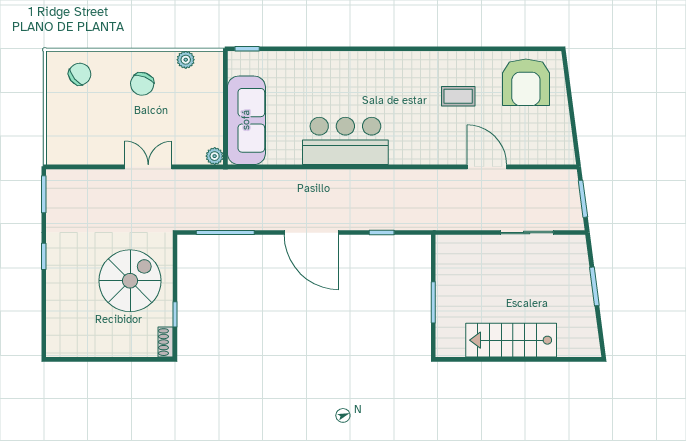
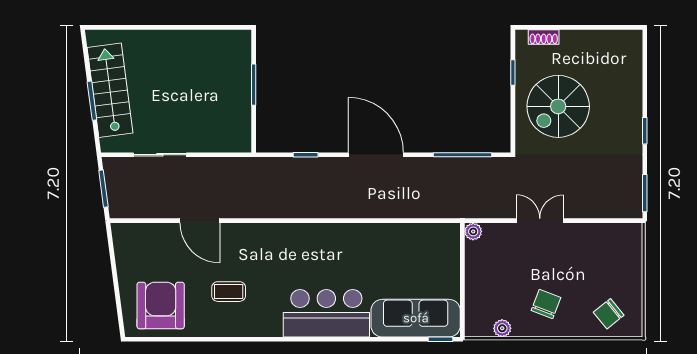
sofa: (246, 120) -> (416, 318), moved, turned 90
bar counter: (345, 141) -> (326, 313), moved, turned 180
double door: (148, 167) -> (540, 221), swing flipped
stairs: (511, 340) -> (110, 90), moved, turned -97
shoe rack: (165, 342) -> (544, 37), moved, turned 90

